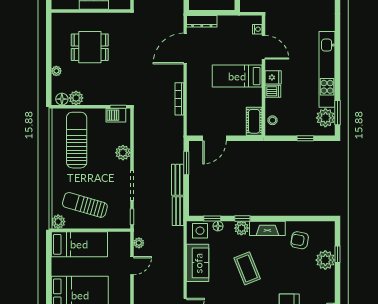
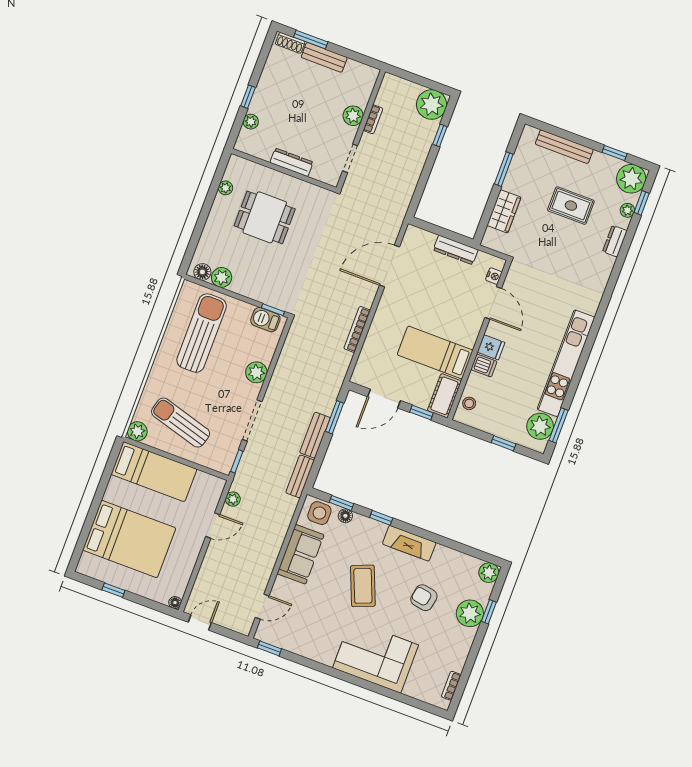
dresser: (202, 21) -> (456, 250), moved
plant: (56, 71) -> (225, 188), moved
bed: (237, 76) -> (435, 352), moved
window: (243, 138) -> (421, 413), added
plant: (241, 228) -> (489, 573), moved
armchair: (300, 240) -> (424, 598), moved

